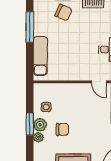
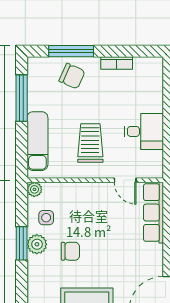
trolley: (76, 57) -> (90, 143), added
plant: (38, 137) -> (34, 189), moved

